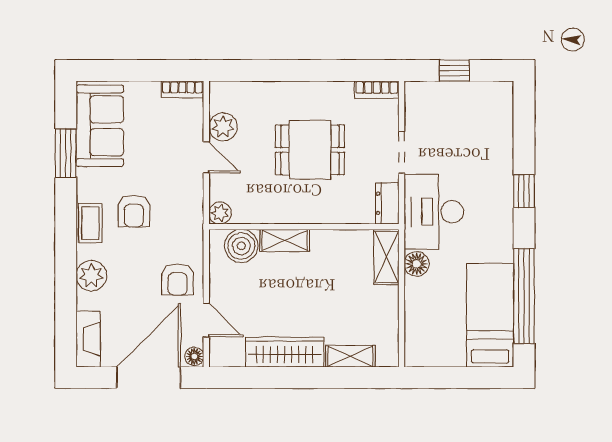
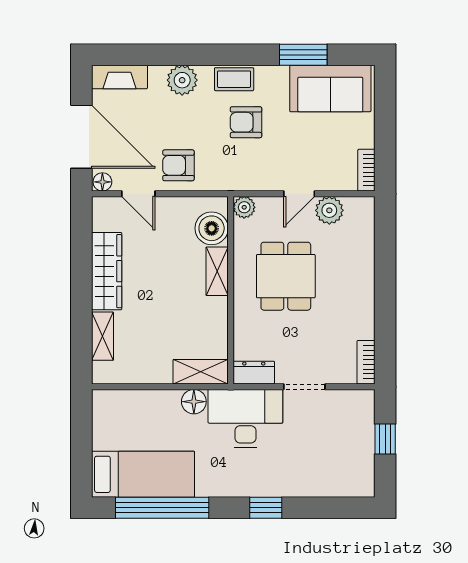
dining table: (310, 150) -> (286, 276), moved
door: (206, 320) -> (138, 194), hinge flipped

